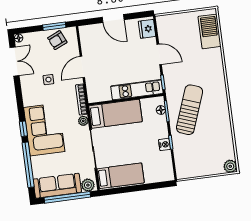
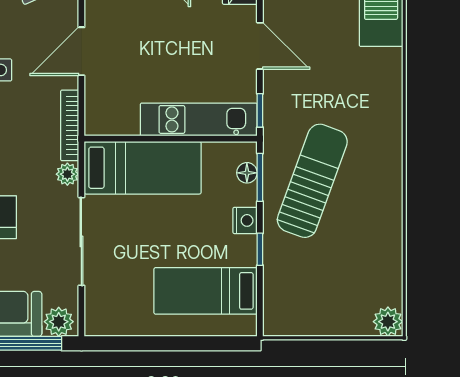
nightstand: (165, 144) -> (245, 220), moved
bed: (121, 176) -> (206, 291), moved, turned 180

